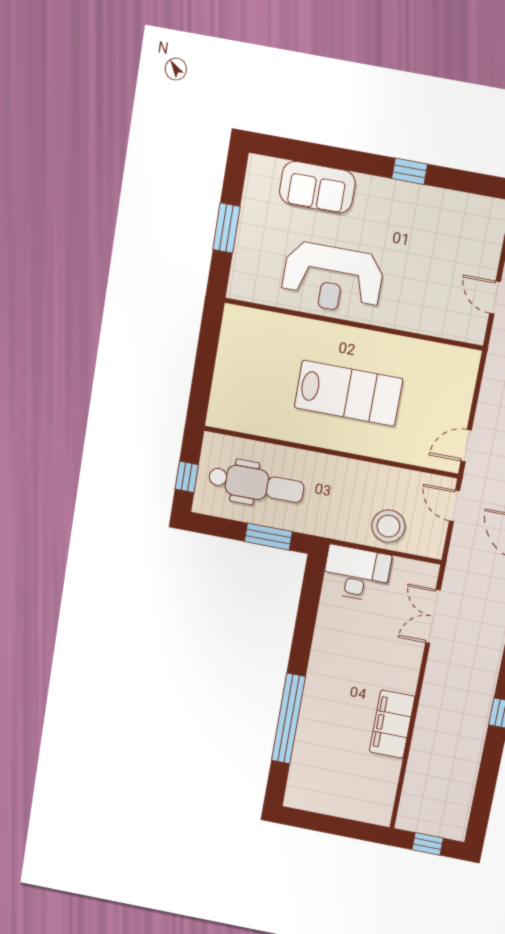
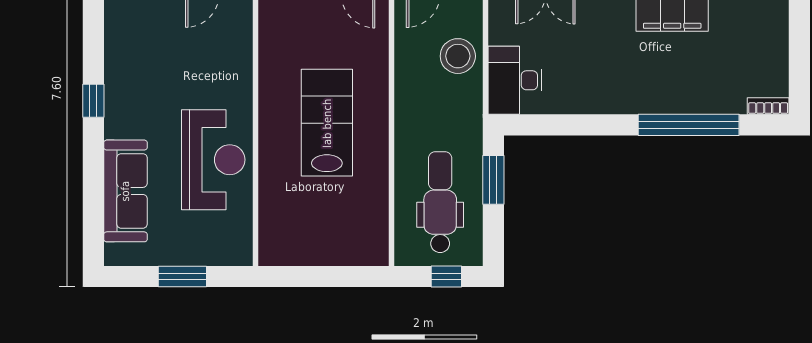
sofa: (317, 187) -> (125, 191), width x1.36
bookcase: (293, 790) -> (768, 106), added

